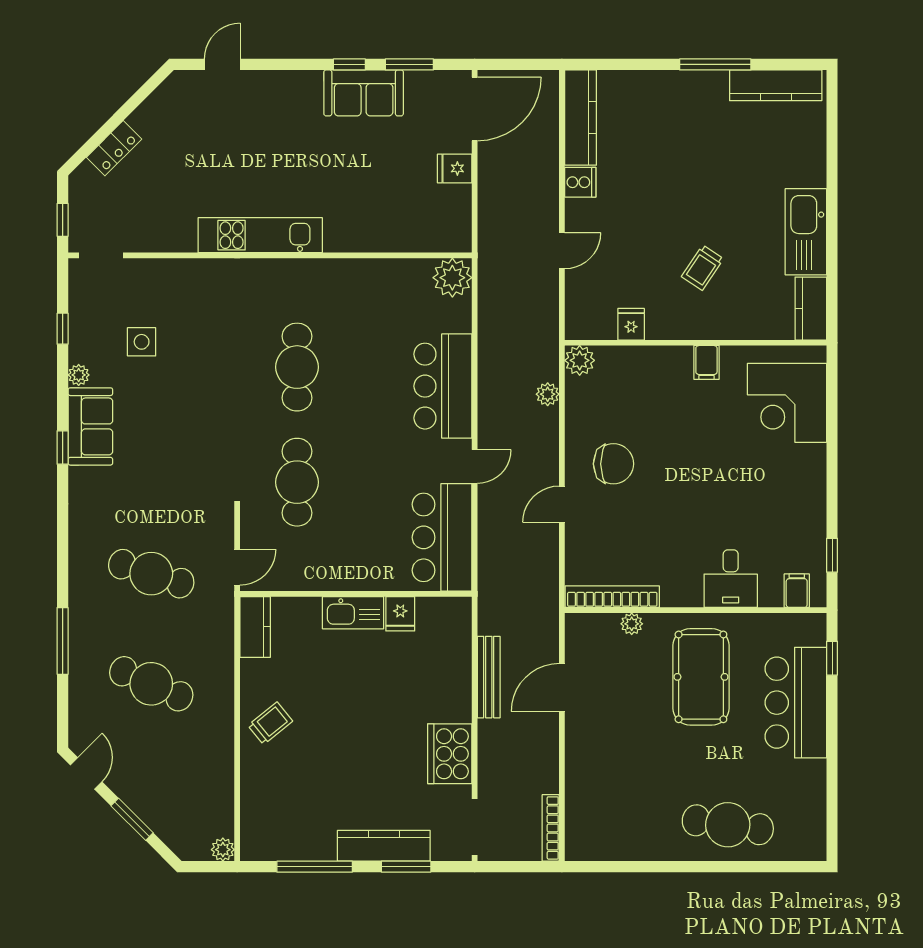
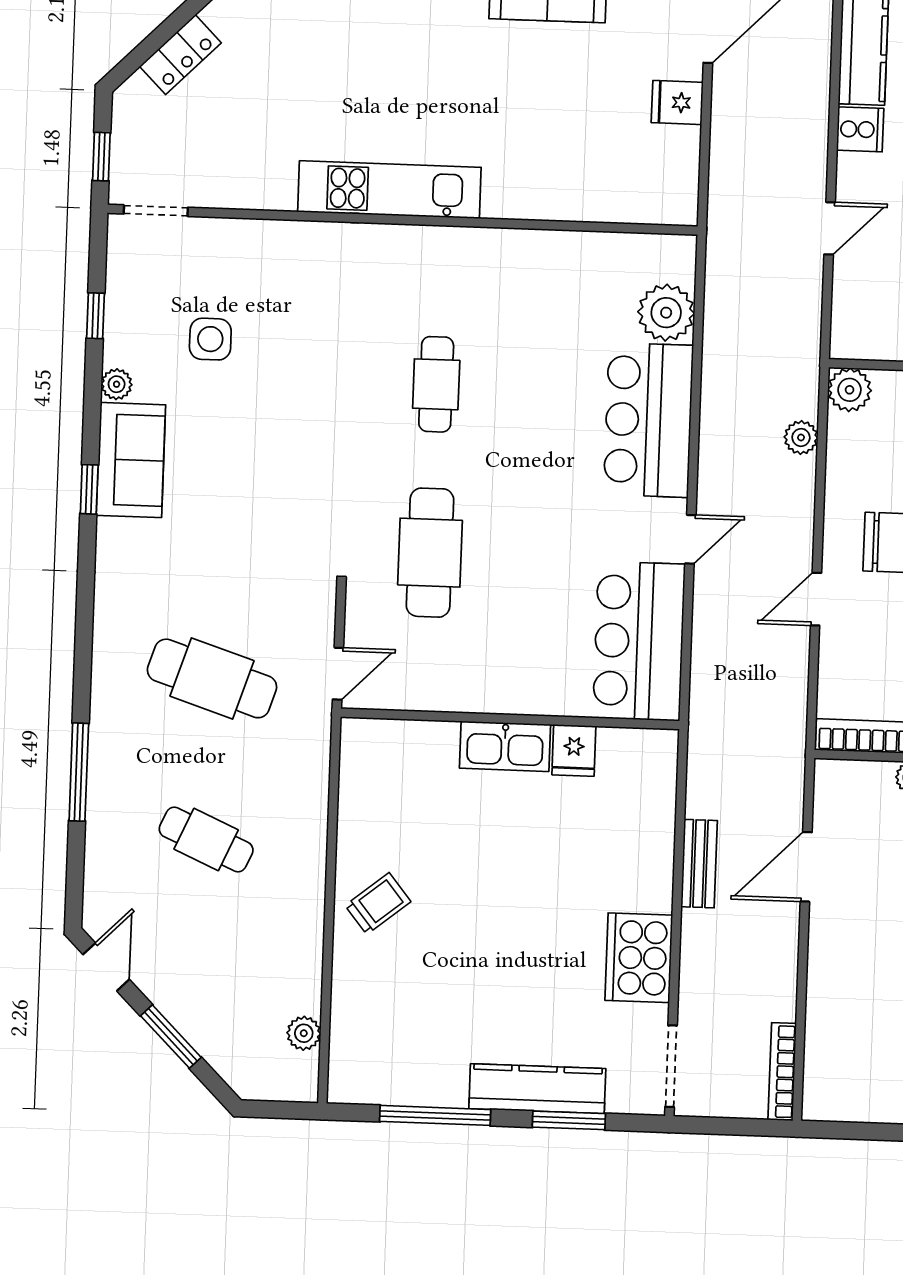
plant: (452, 278) -> (666, 313), moved
cafe table: (297, 367) -> (436, 384), width x0.73, depth x0.74
kitchen counter: (255, 627) -> (361, 762), removed
bench: (489, 677) -> (699, 864), width x0.73
cafe table: (151, 684) -> (206, 840), width x0.73, depth x0.74
plant: (223, 850) -> (304, 1033), moved

